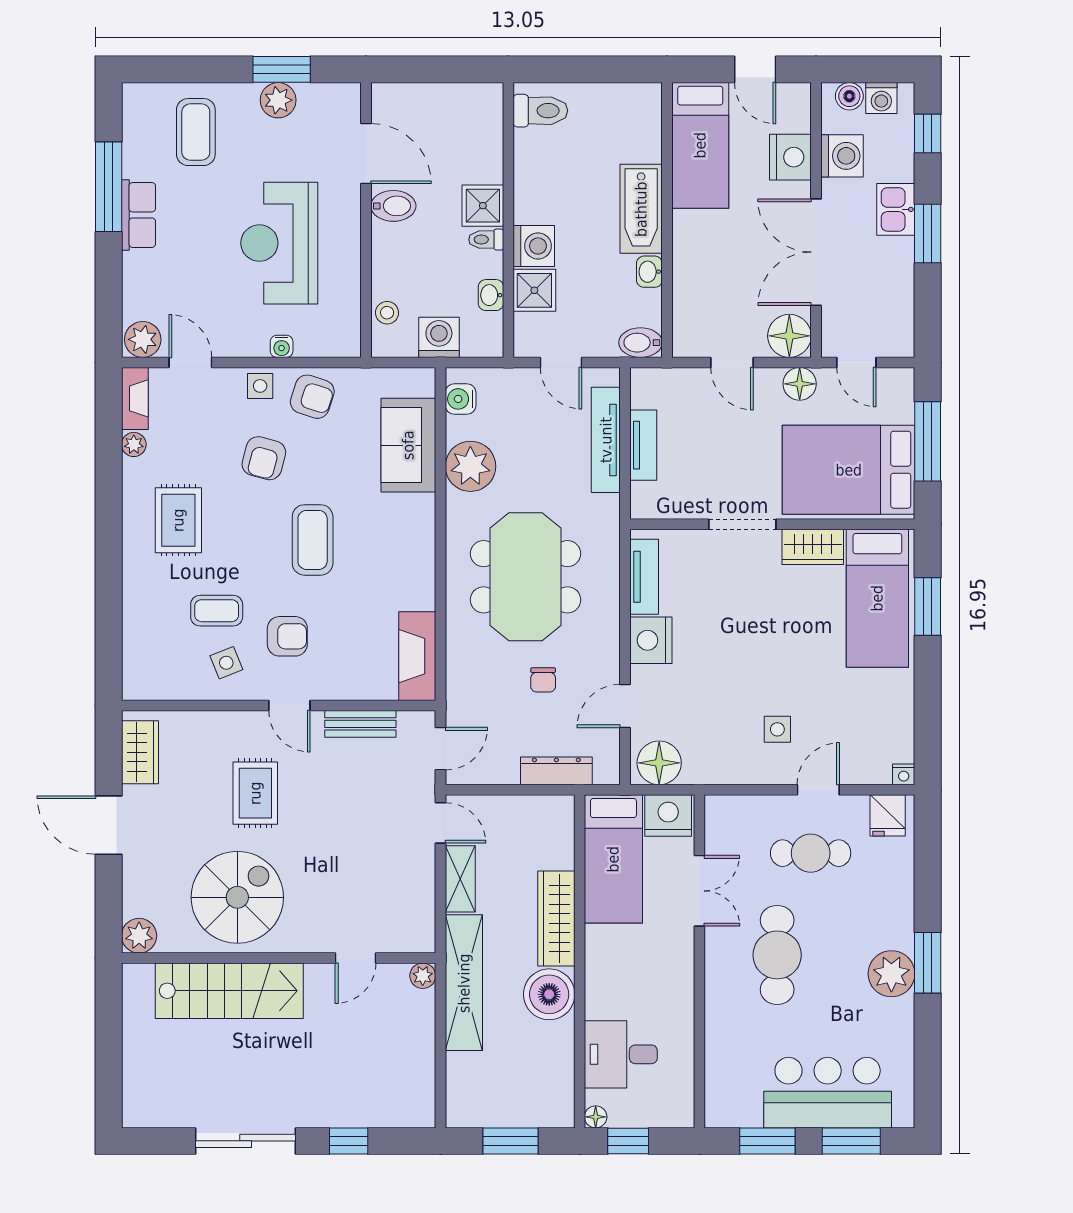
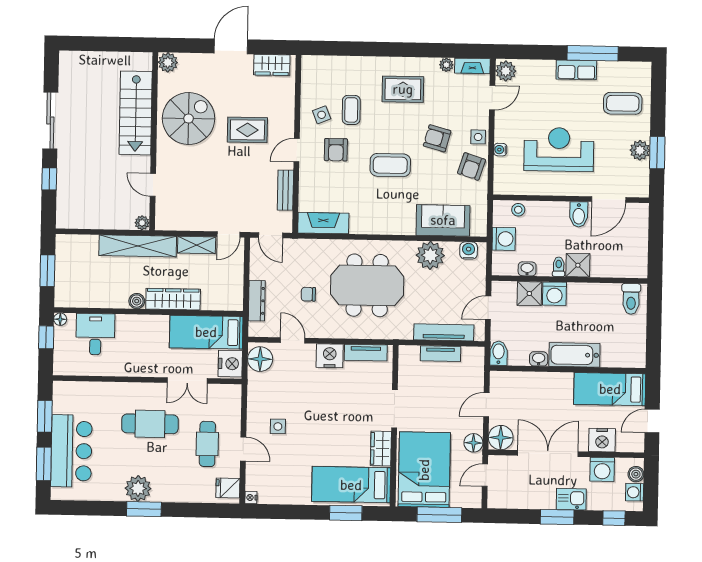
spiral stairs: (237, 897) -> (189, 119), turned -90
boiler: (549, 994) -> (137, 301), width x0.54, depth x0.54

